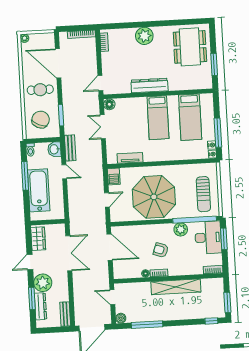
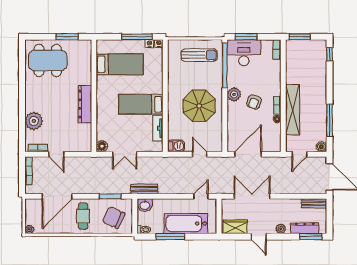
plant: (144, 36) -> (34, 121), moved
door: (100, 83) -> (56, 154), moved
bed: (158, 118) -> (141, 104), moved, turned 180
door: (64, 172) -> (201, 196), moved
parasol: (154, 197) -> (199, 106), width x0.73, depth x0.73
plant: (181, 229) -> (234, 94), moved
plant: (43, 283) -> (281, 229), width x0.53, depth x0.53
shelving: (176, 287) -> (293, 110), moved
window: (32, 298) -> (311, 237), moved
window: (227, 302) -> (300, 37), moved

